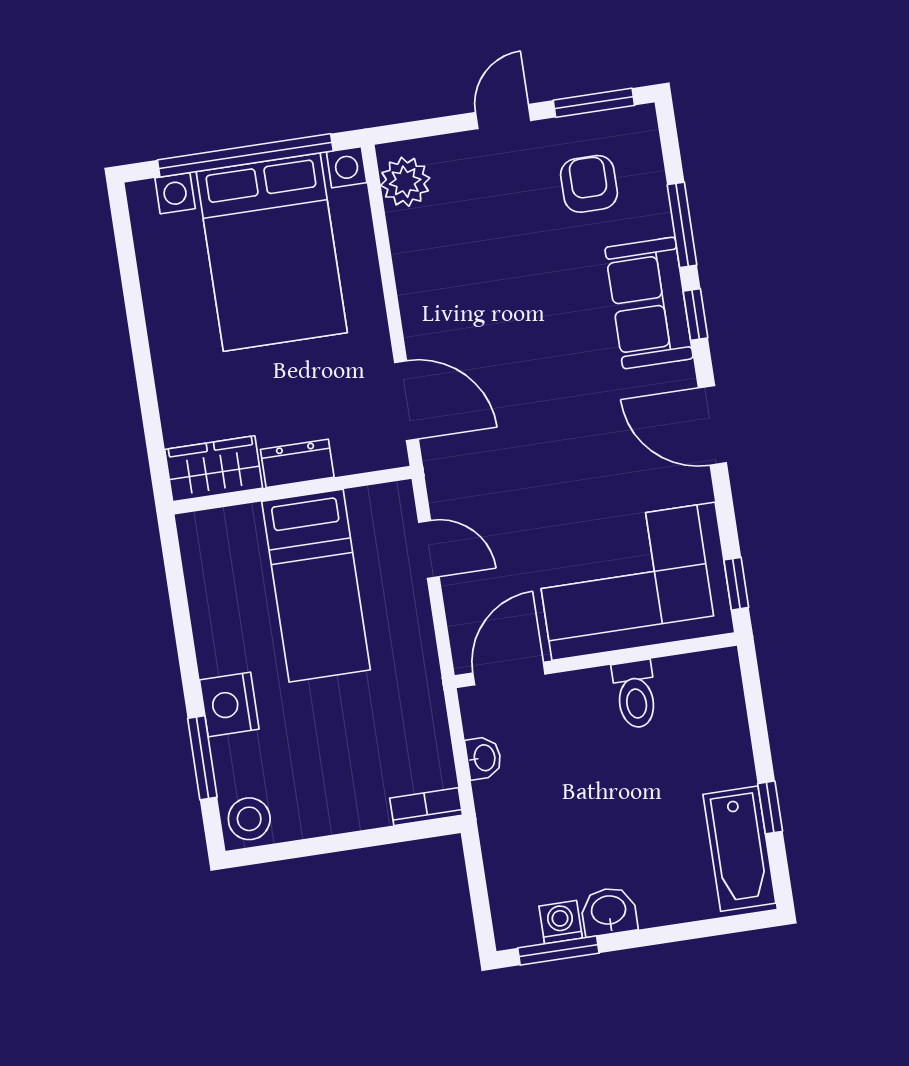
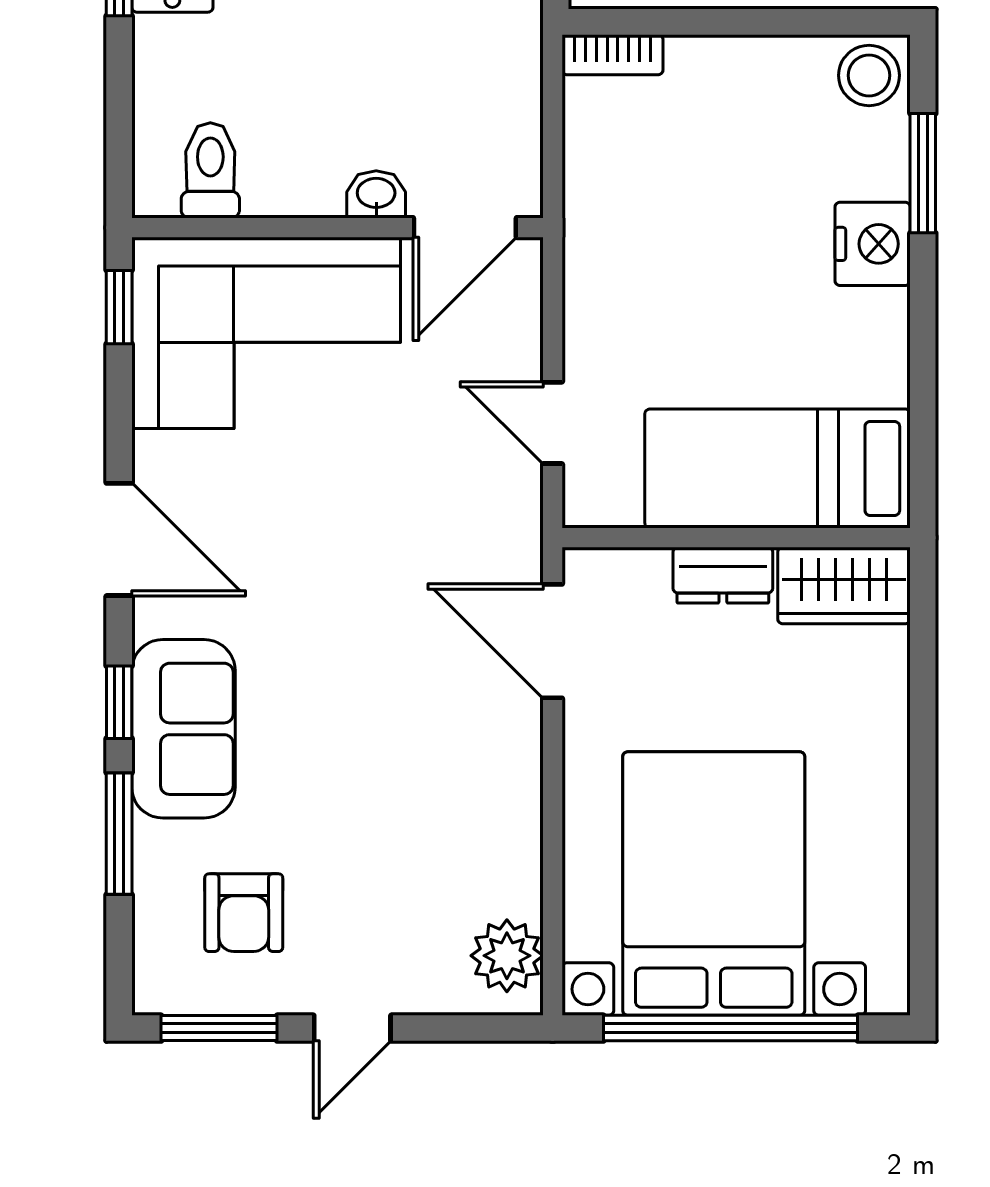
bed: (316, 586) -> (778, 468), moved, turned -90
toilet: (635, 694) -> (210, 170), moved
washbasin: (484, 758) -> (376, 194), moved, turned 90

